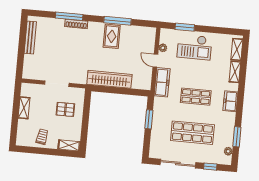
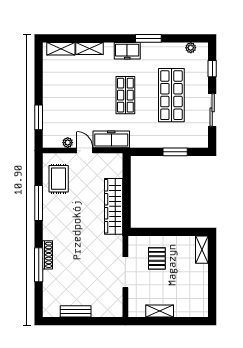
rug: (112, 36) -> (59, 179), moved, turned 90
bench: (30, 38) -> (76, 311), width x0.73
checkout: (194, 47) -> (63, 103), removed
door: (155, 61) -> (85, 150), swing flipped
window: (149, 119) -> (175, 152), moved
trolley: (42, 137) -> (194, 285), removed
window: (237, 137) -> (148, 38), moved
sliding door: (178, 164) -> (212, 110), width x0.73

